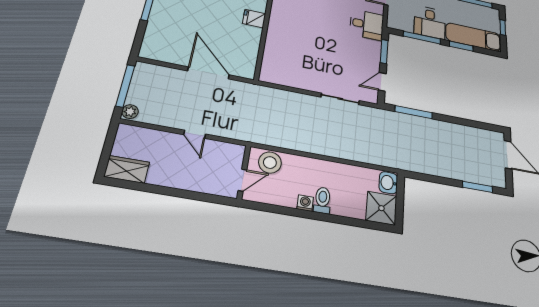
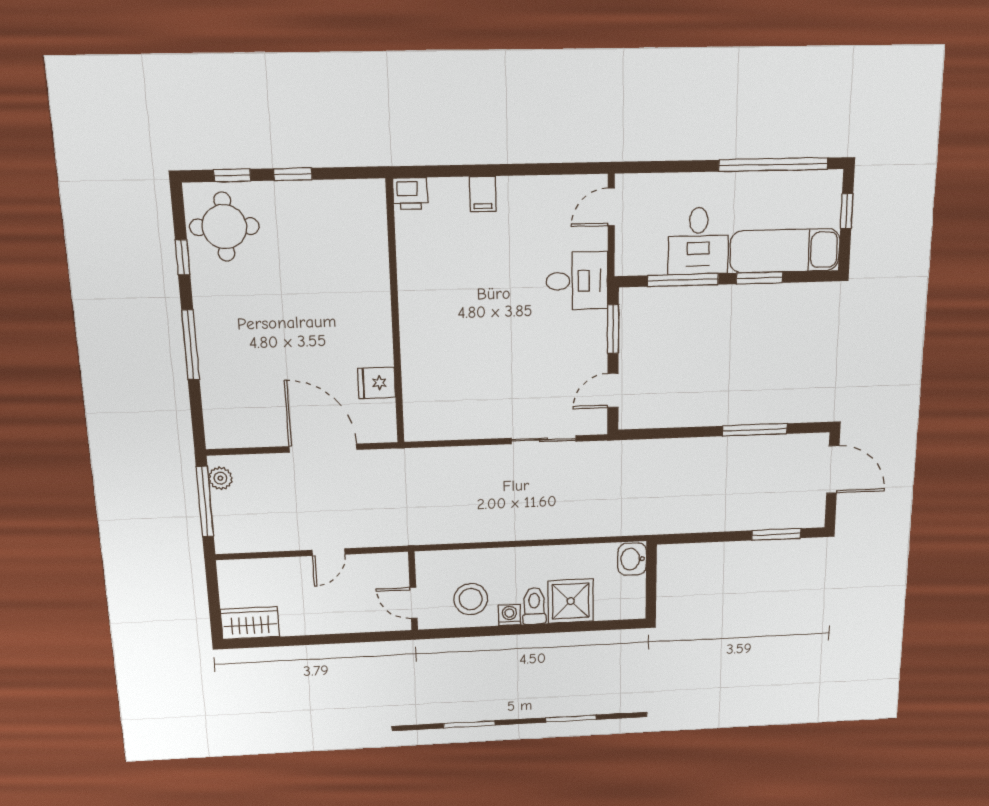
fridge: (254, 19) -> (376, 383), moved
plant: (130, 112) -> (220, 478), moved
window: (414, 112) -> (755, 430), moved
door: (195, 134) -> (329, 552), hinge flipped
stool: (270, 163) -> (471, 599), moved
door: (242, 180) -> (414, 603), swing flipped
shower: (381, 208) -> (571, 601), moved

